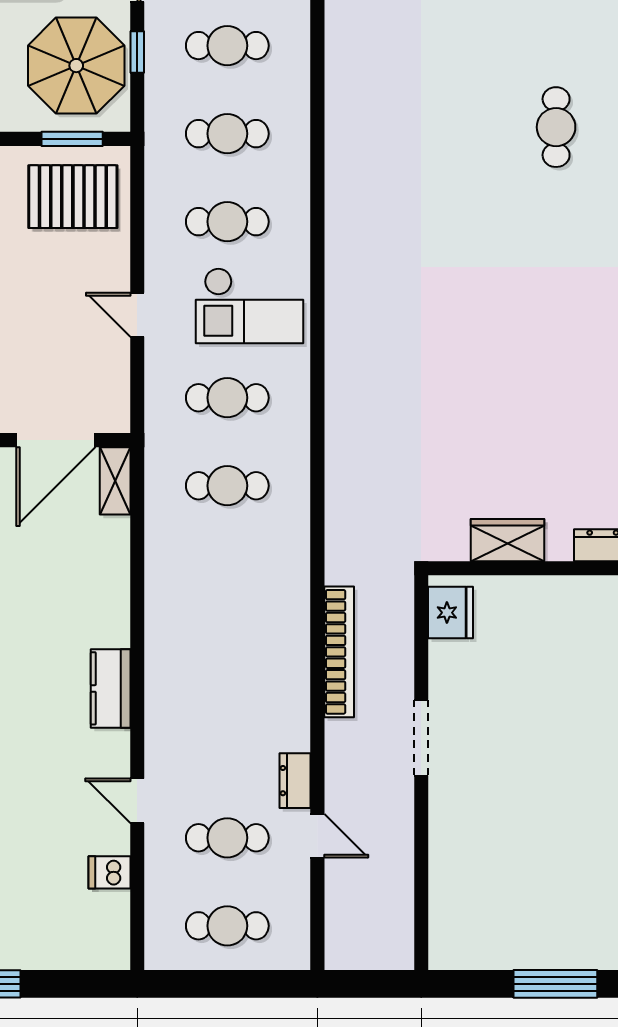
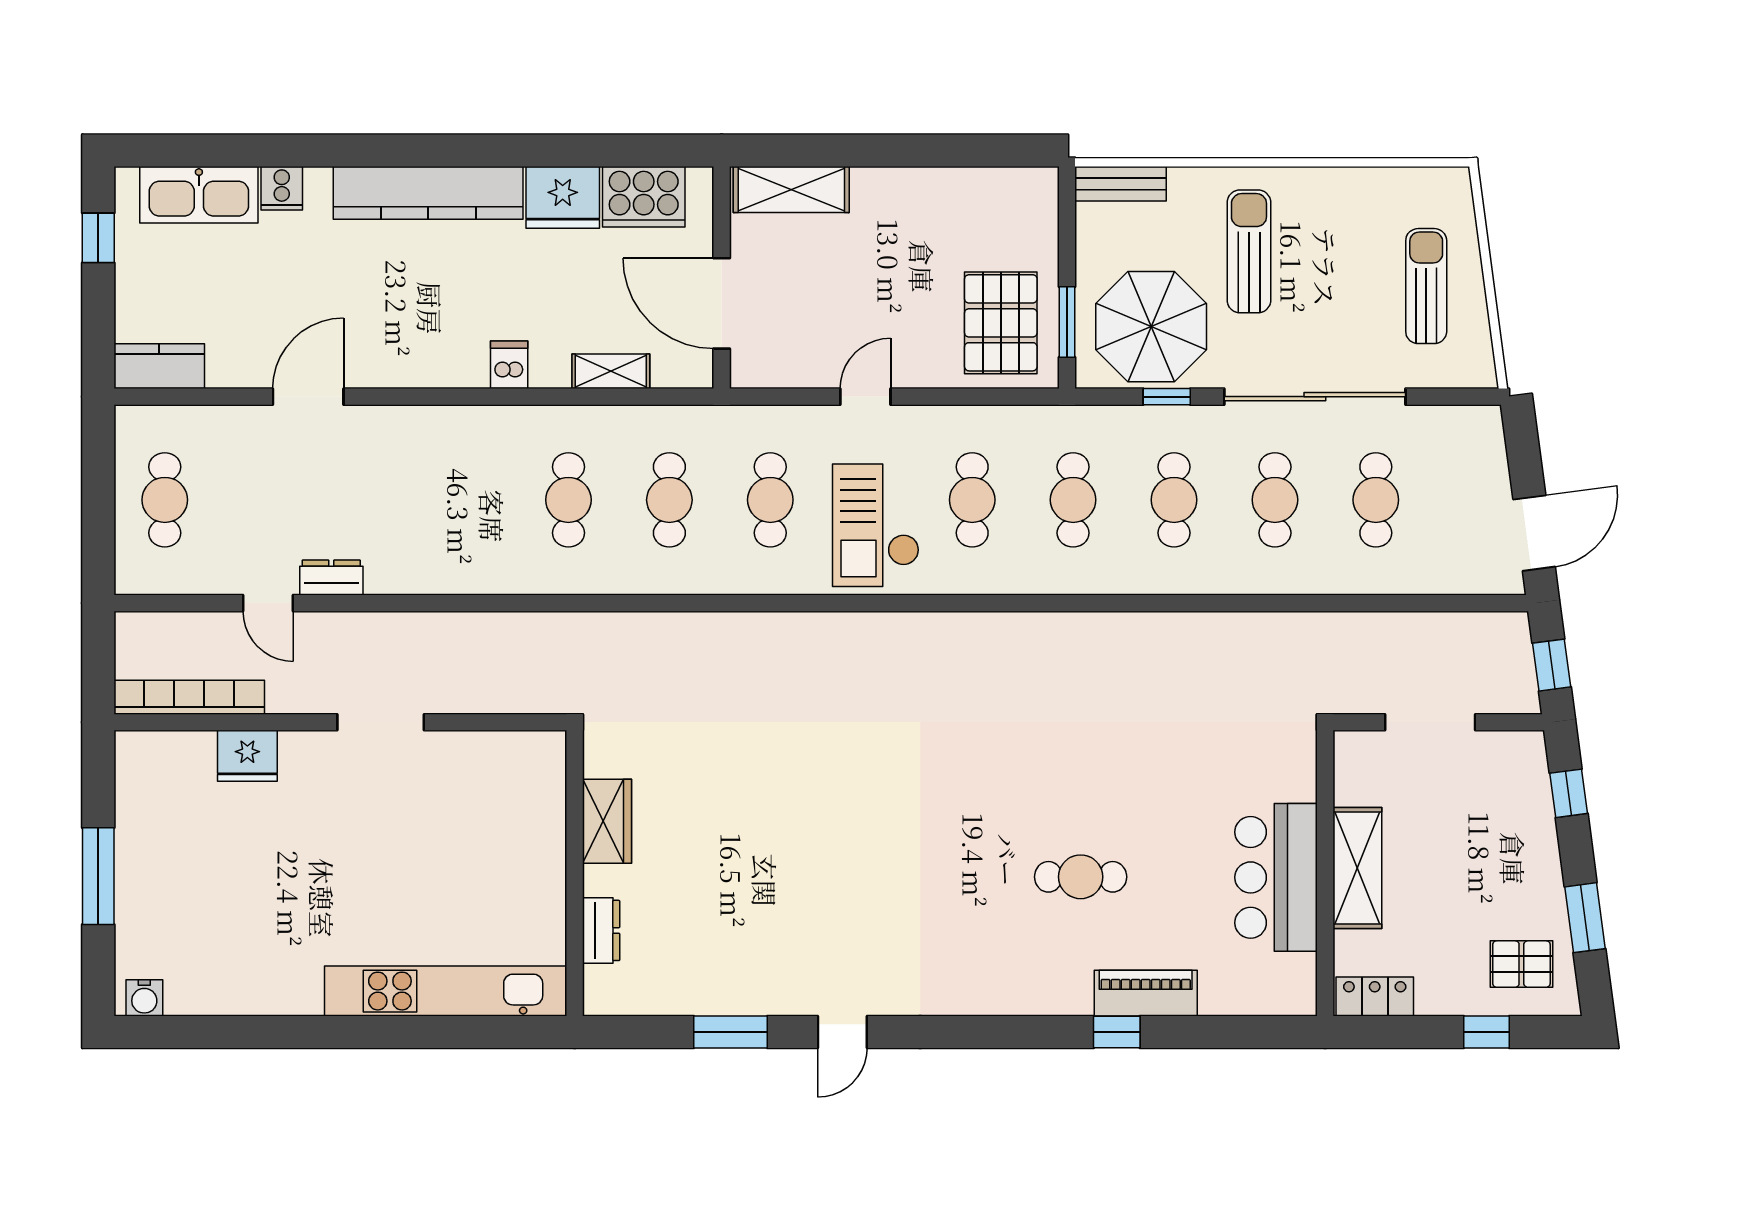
shelving: (115, 481) -> (611, 371), moved
fridge: (451, 613) -> (247, 756), moved
bookcase: (339, 652) -> (189, 697), moved, turned 180
kitchen counter: (111, 688) -> (159, 366), moved
door: (137, 801) -> (308, 397), width x1.38
door: (317, 836) -> (268, 603), hinge flipped
cafe table: (227, 838) -> (568, 500), moved
dishwasher: (109, 872) -> (509, 365), moved

